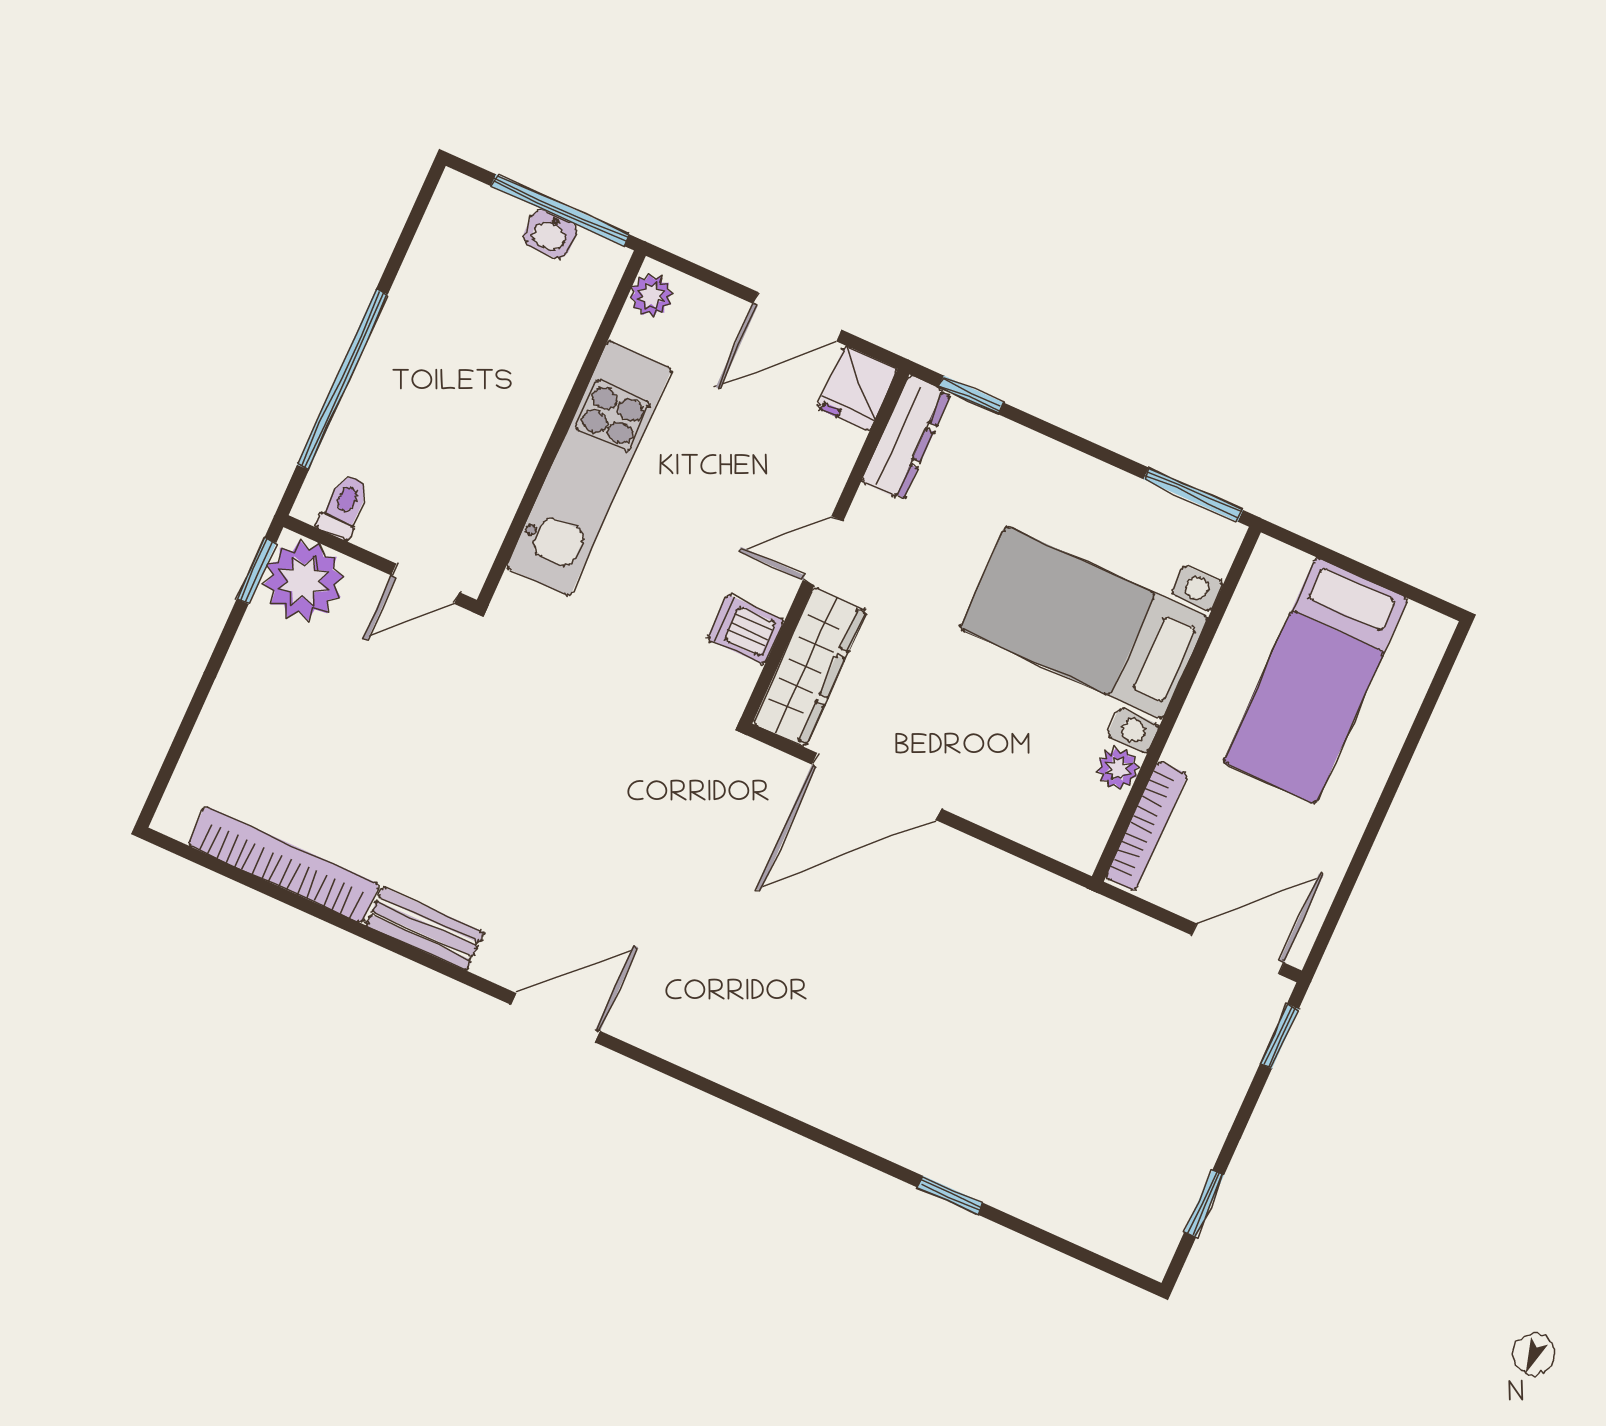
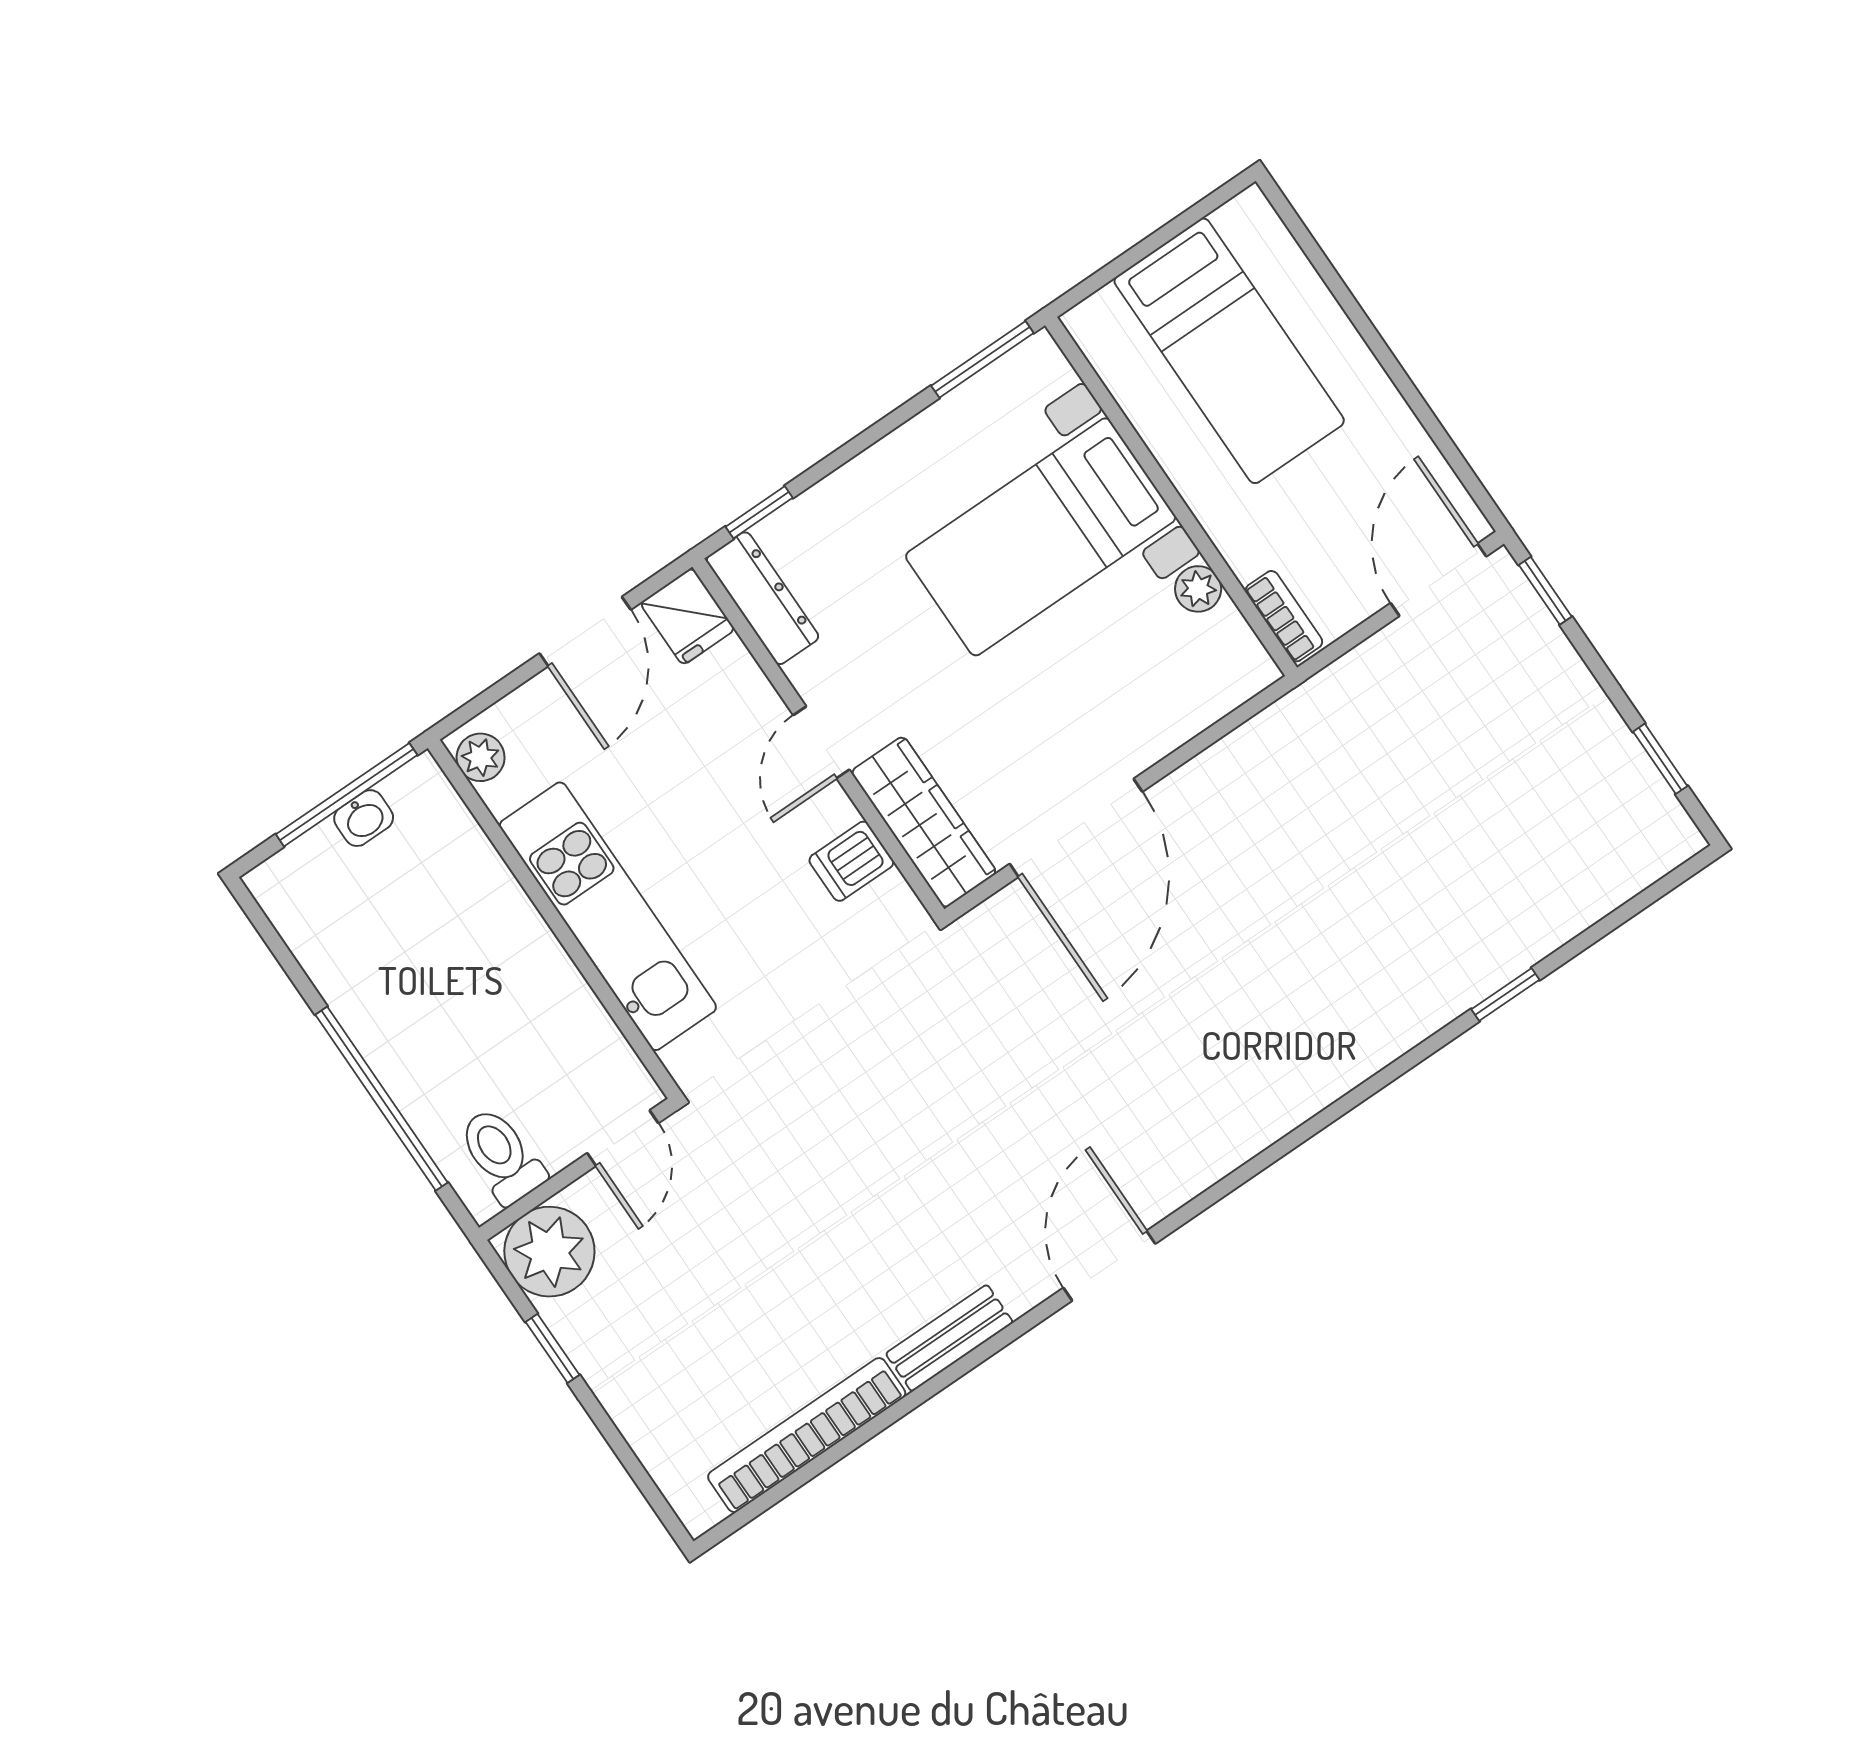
toilet: (344, 507) -> (502, 1156), width x1.37, depth x1.39
window: (257, 571) -> (553, 1348), moved
bookcase: (1147, 826) -> (1284, 616), width x0.64

